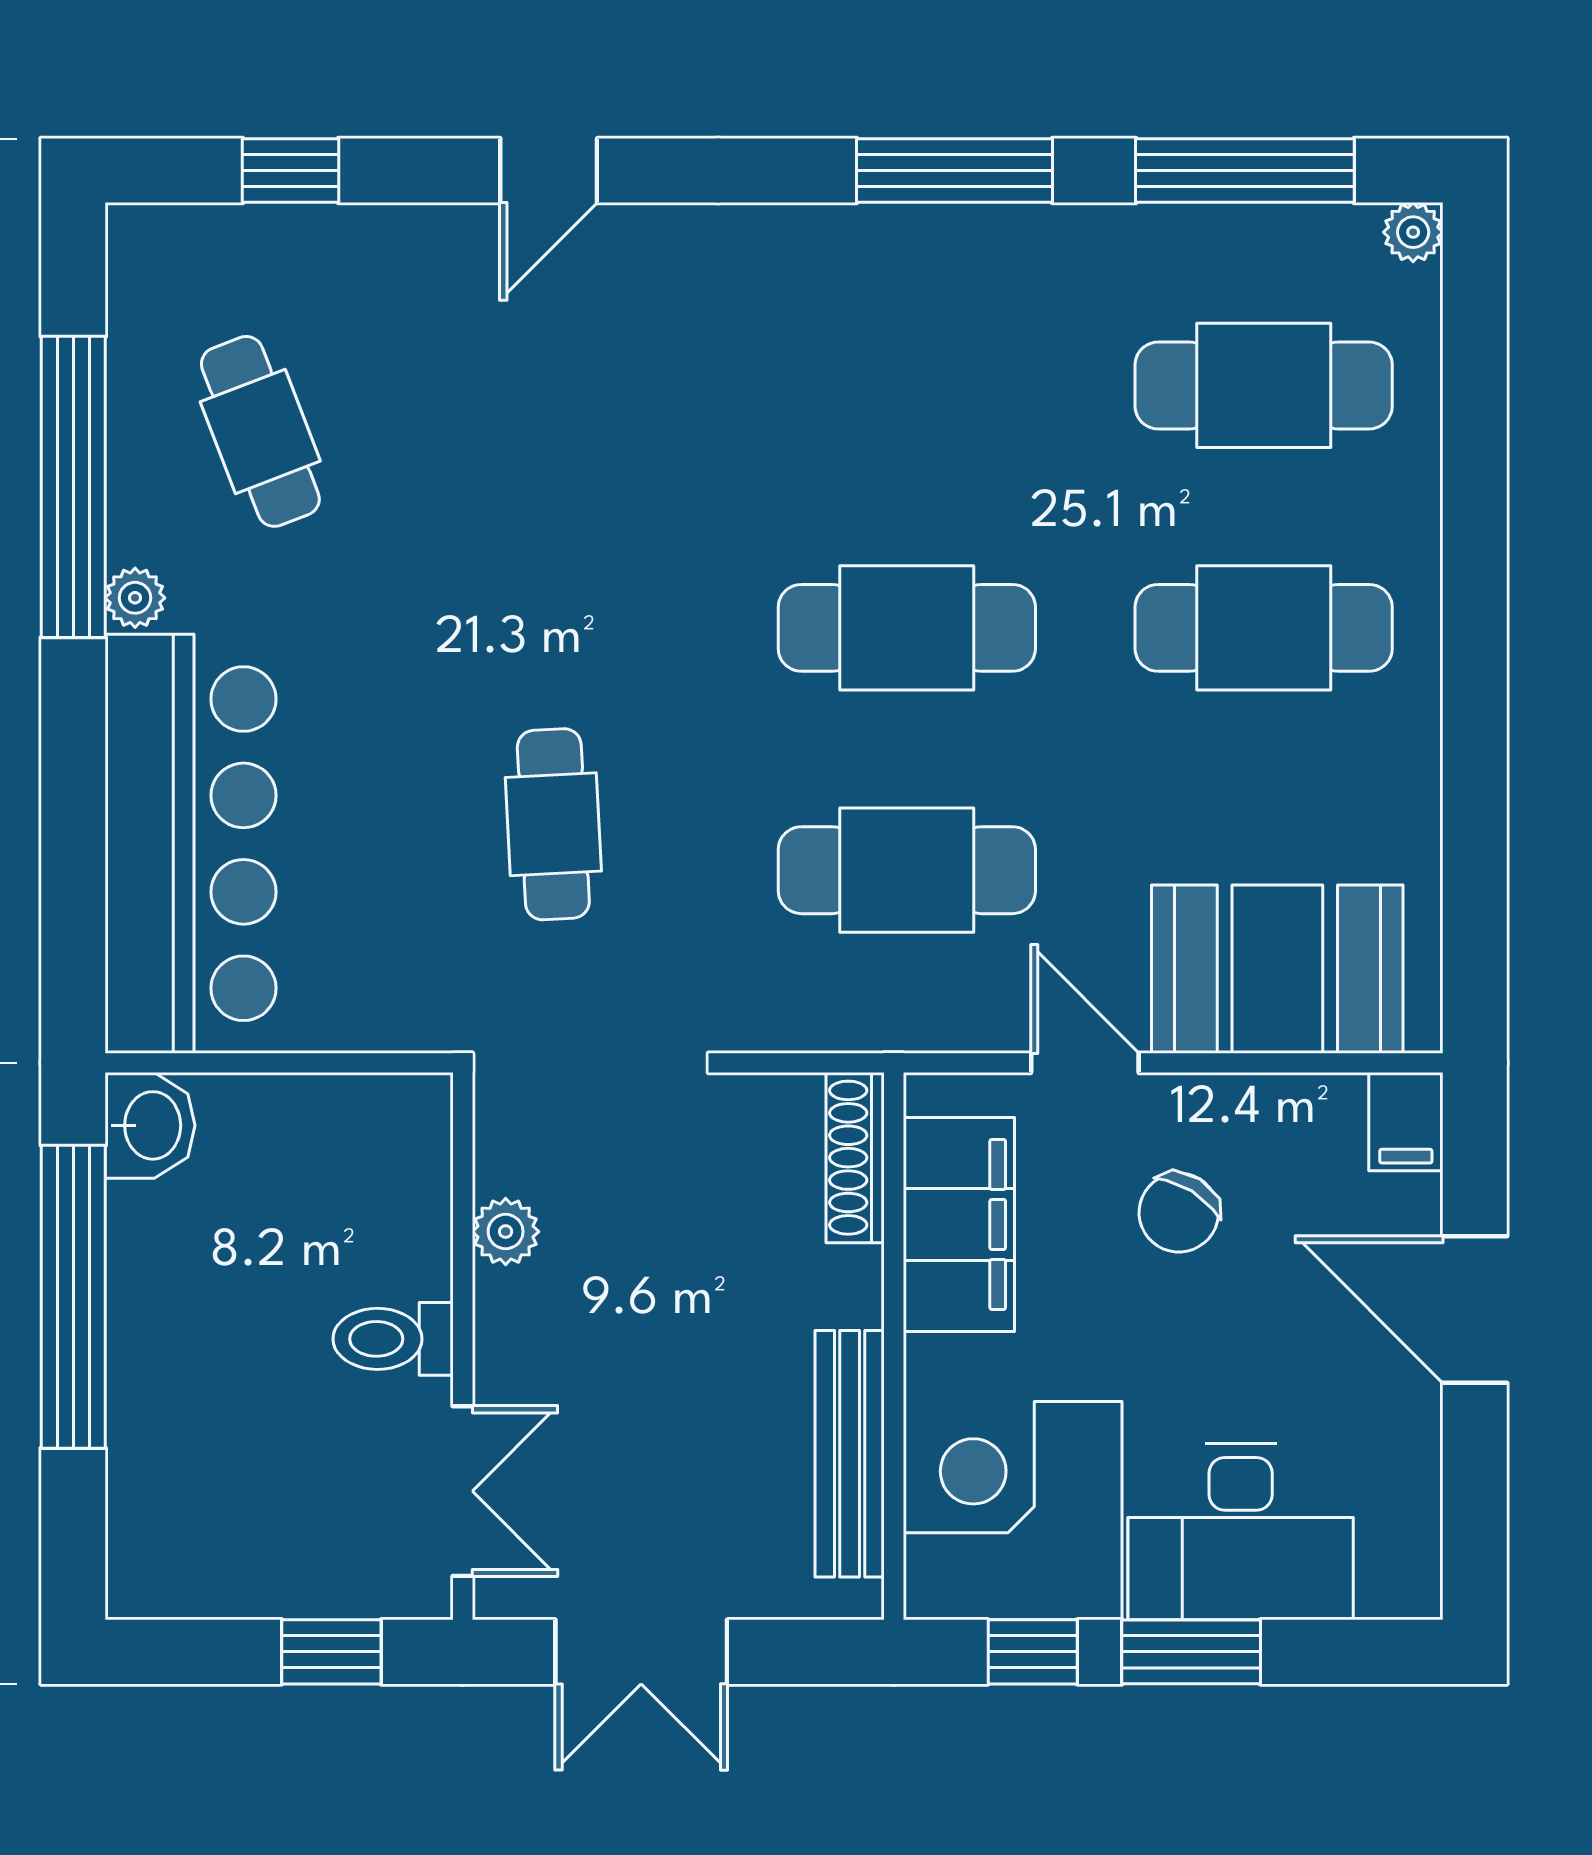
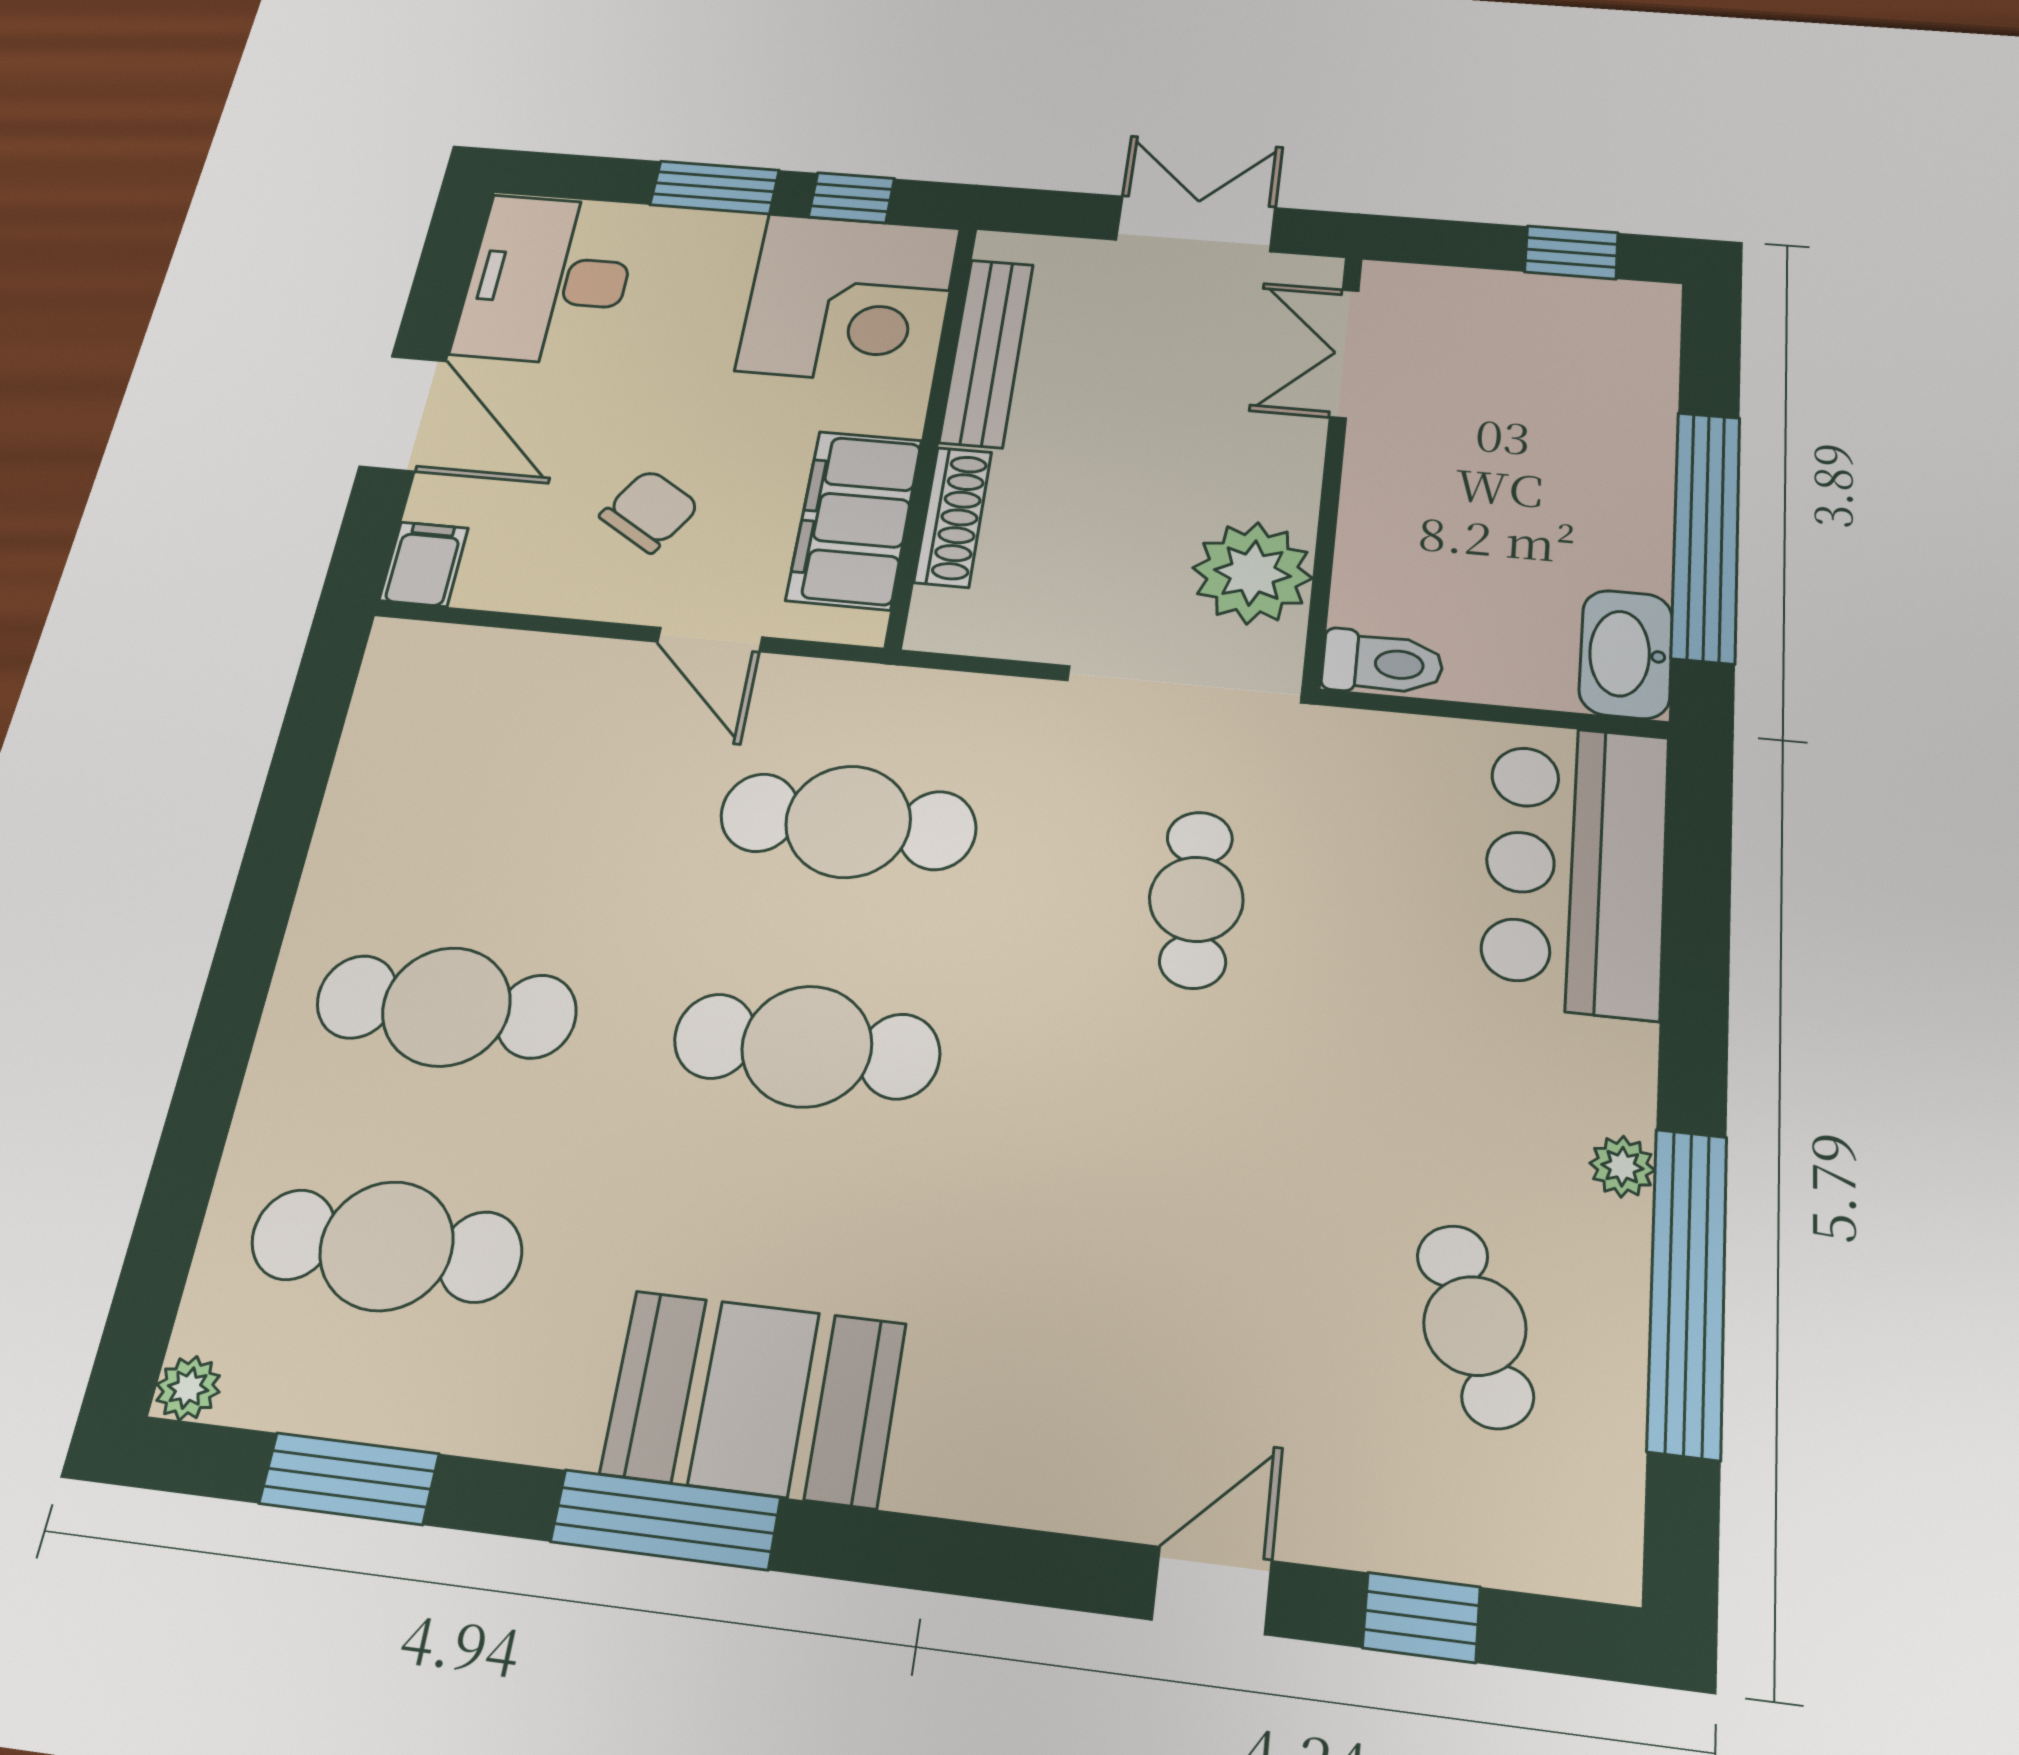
door: (549, 170) -> (1212, 1590), moved
window: (1245, 170) -> (349, 1479), width x0.69
bar counter: (191, 844) -> (1575, 868), width x0.73
booth: (1277, 969) -> (754, 1398), moved
washbasin: (150, 1125) -> (1626, 654), width x1.38
shoe rack: (855, 1158) -> (953, 517), moved
plant: (506, 1232) -> (1252, 573), width x1.88, depth x1.88
toilet: (393, 1339) -> (1383, 663), moved
desk: (1241, 1532) -> (548, 280), moved, turned -90
window: (331, 1652) -> (1571, 252), moved

